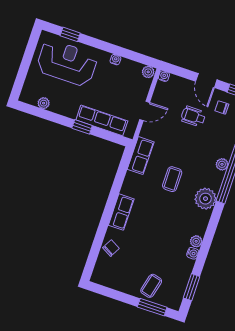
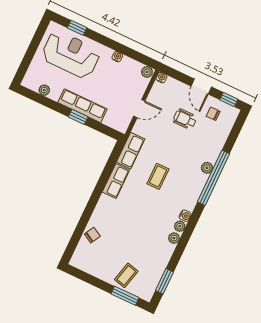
row of seats: (102, 120) -> (82, 106), moved
plant: (205, 199) -> (180, 226), moved, width x0.53, depth x0.53
row of seats: (121, 212) -> (116, 181), moved
water cooler: (193, 253) -> (185, 216), moved

